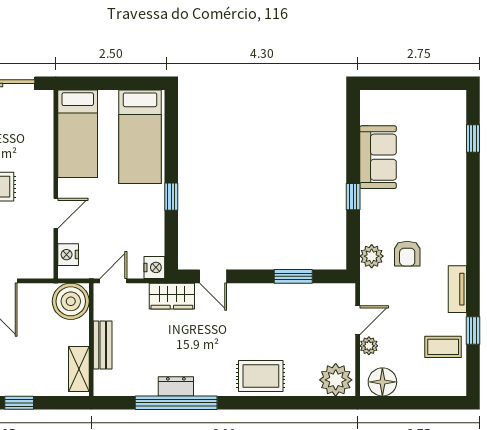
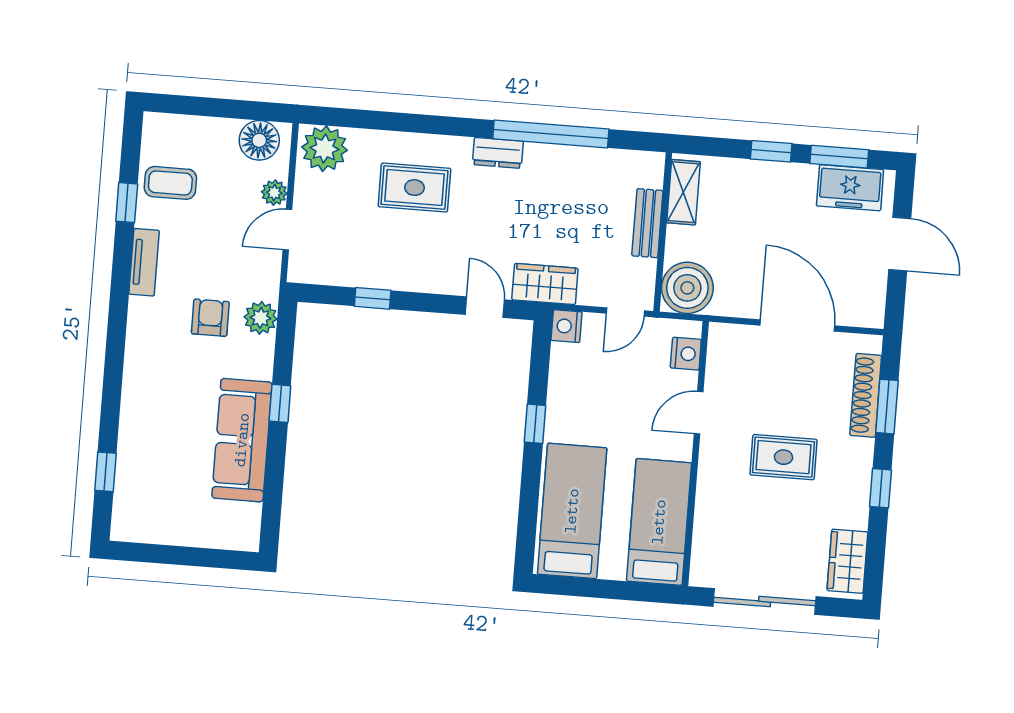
sofa: (378, 157) -> (242, 440), width x1.36
window: (293, 276) -> (373, 298), width x0.67
rug: (261, 376) -> (414, 188), moved
dresser: (176, 386) -> (498, 153), moved

